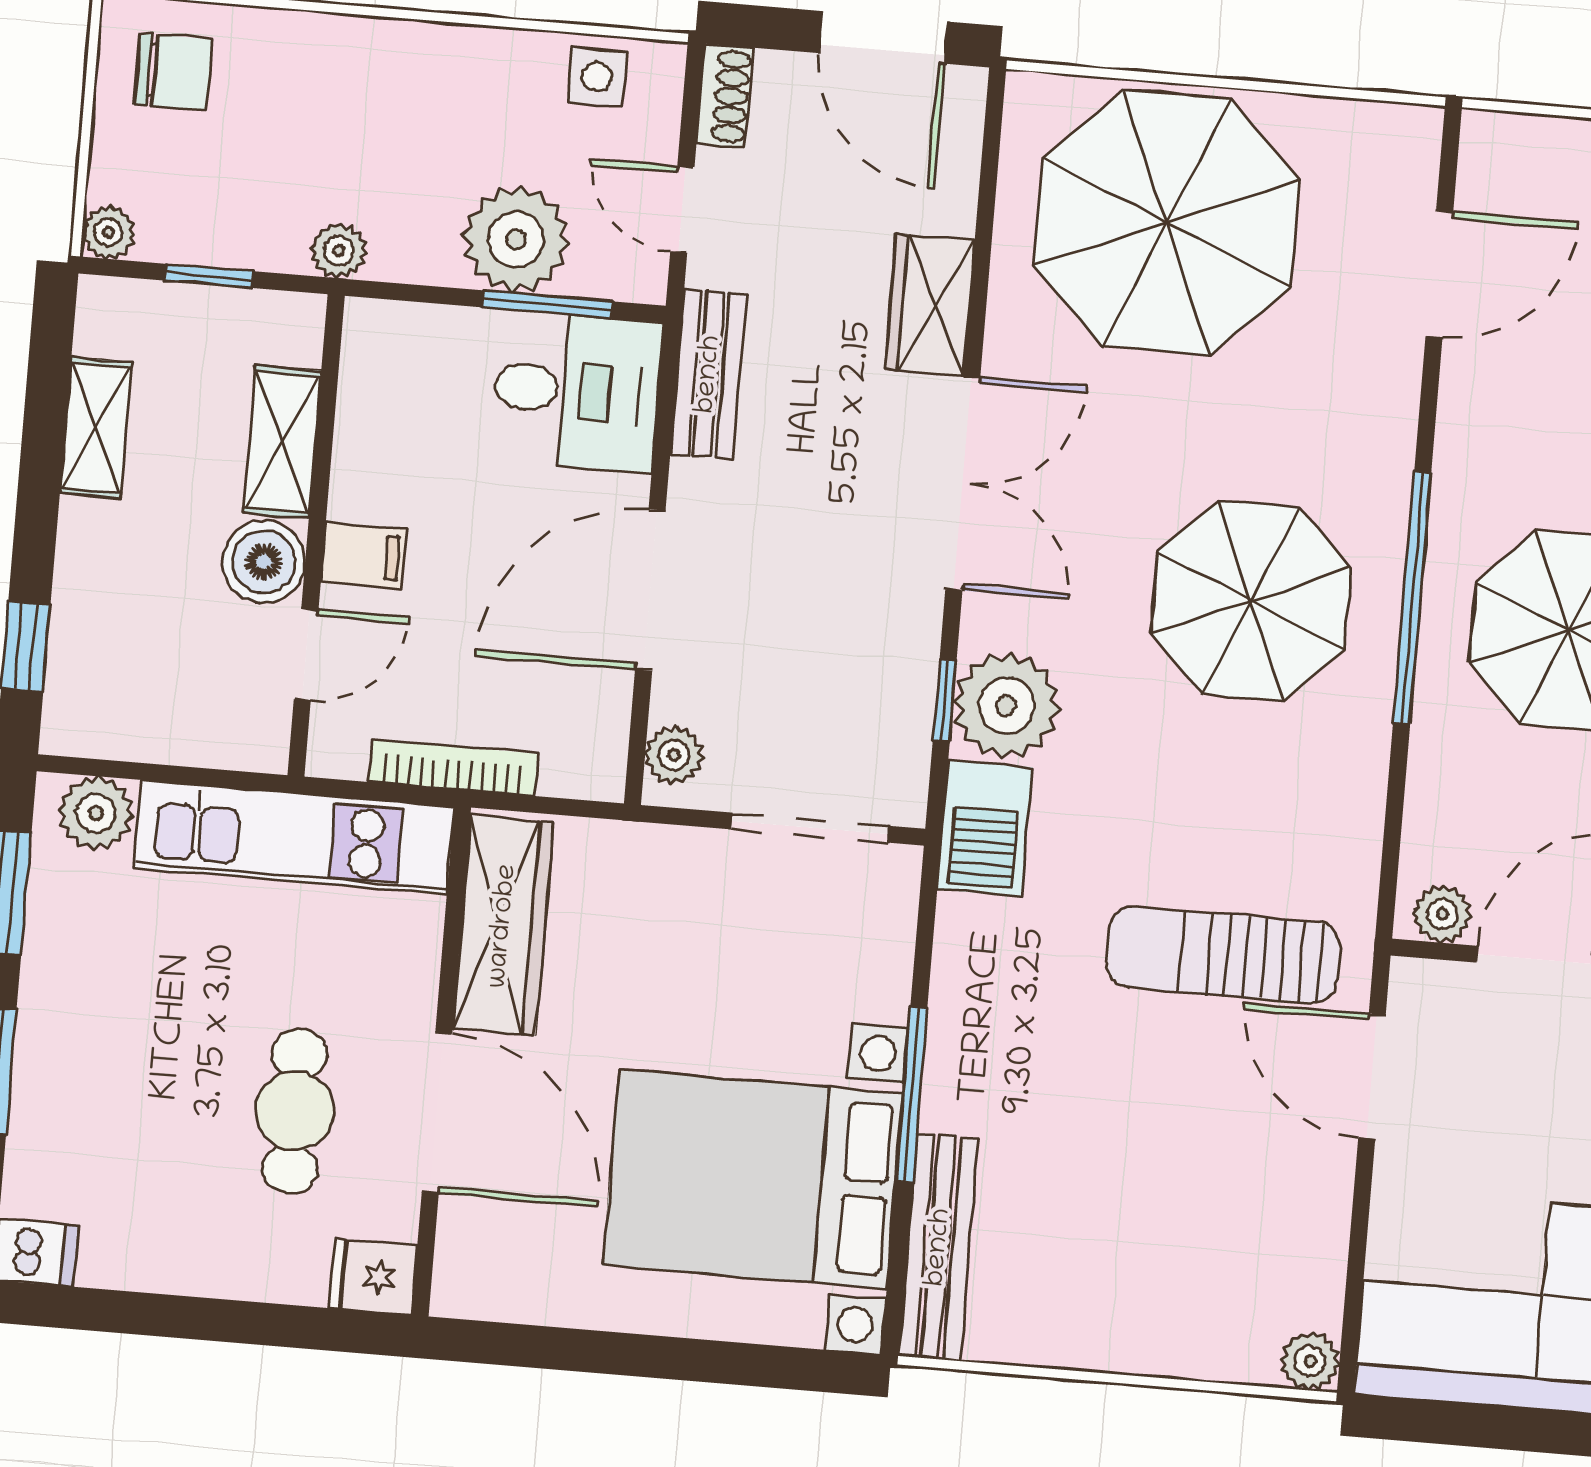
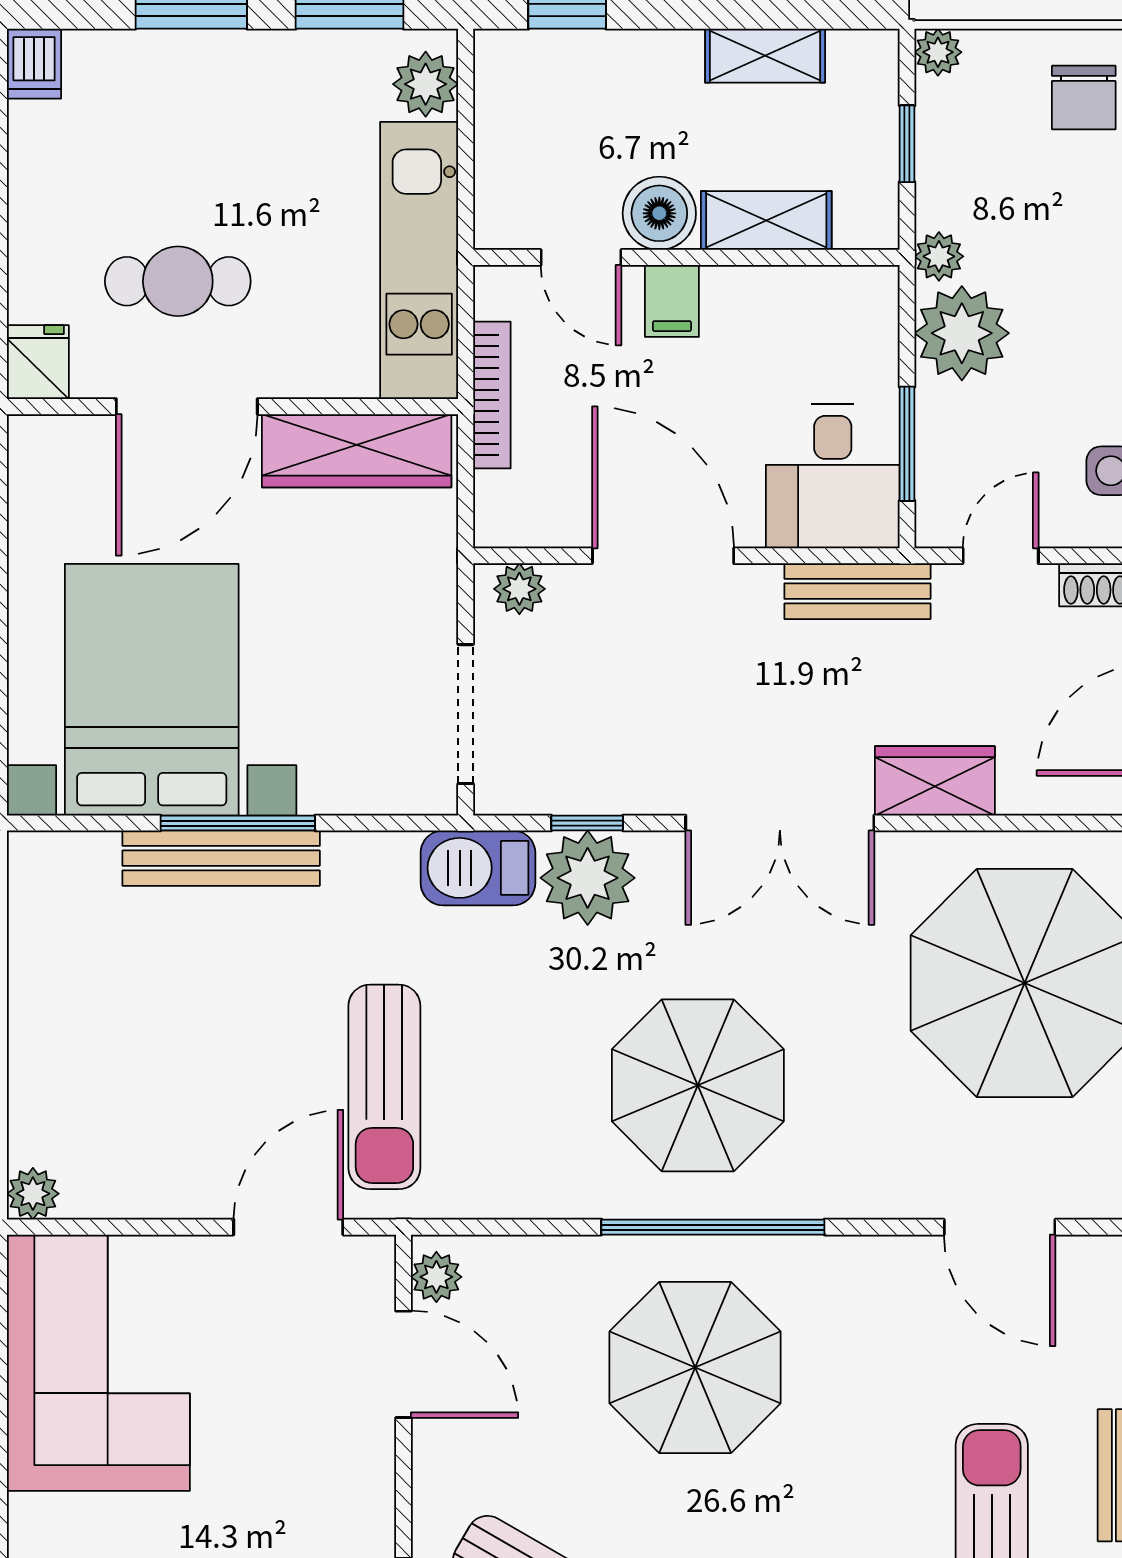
plant: (516, 239) -> (962, 333), moved
sun lounger: (1223, 955) -> (384, 1087), turned 180
bench: (939, 1247) -> (221, 858), moved

